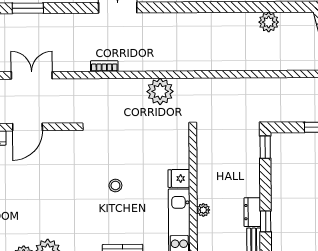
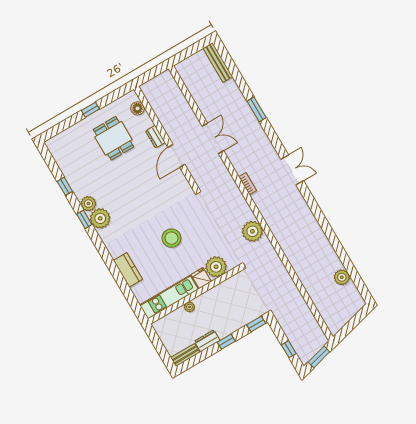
door: (27, 127) -> (176, 156), hinge flipped
plant: (176, 155) -> (216, 267), added
stool: (115, 185) -> (171, 238), width x1.89, depth x1.89
window: (266, 221) -> (226, 342), moved

